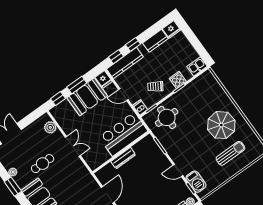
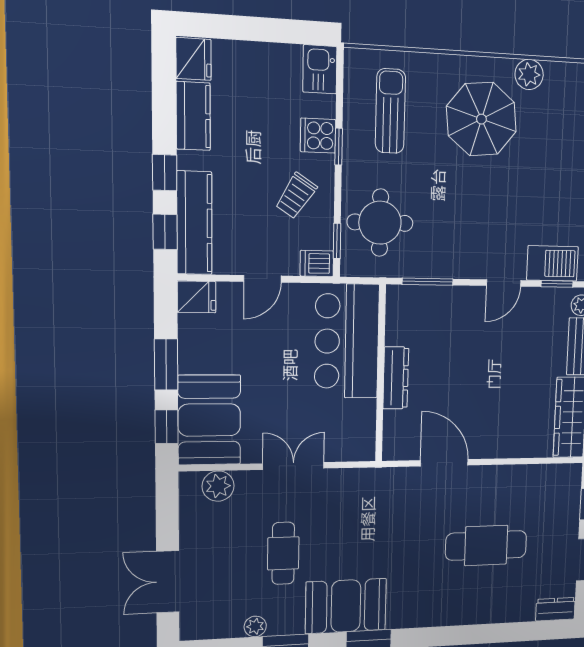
booth: (87, 97) -> (209, 420), moved
plant: (246, 130) -> (529, 74), added
sun lounger: (230, 153) -> (390, 111), moved

